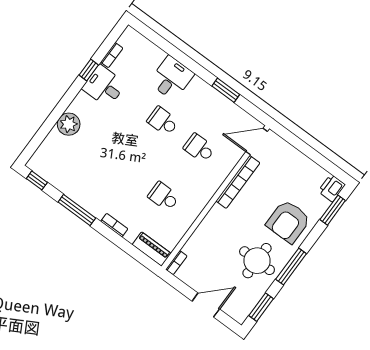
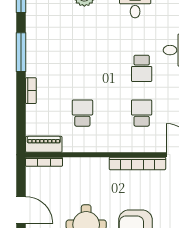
school desk: (163, 121) -> (142, 68), turned 180
piano: (152, 249) -> (44, 144), moved, turned -90
bookcase: (176, 263) -> (44, 162), width x1.56

